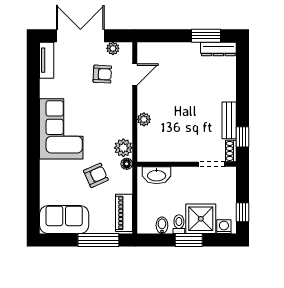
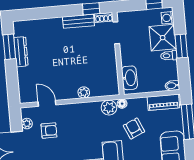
dresser: (218, 49) -> (21, 52), moved
armchair: (102, 74) -> (49, 131), turned 87
bidet: (162, 225) -> (172, 86), moved

